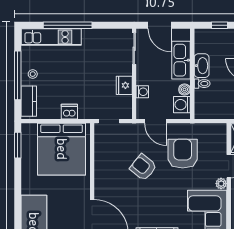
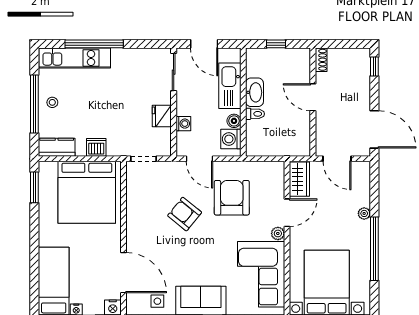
kitchen counter: (29, 101) -> (57, 147), moved, turned -90

